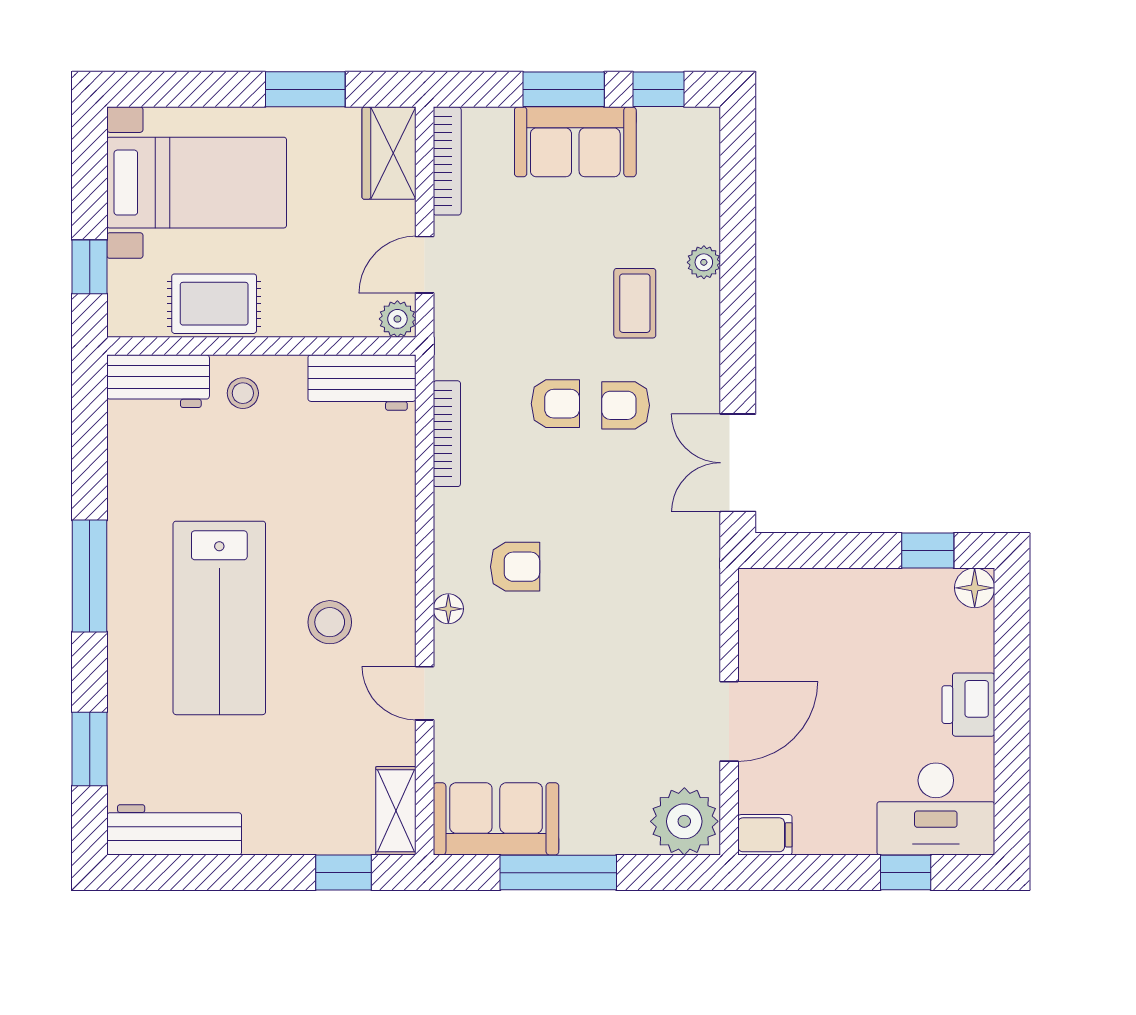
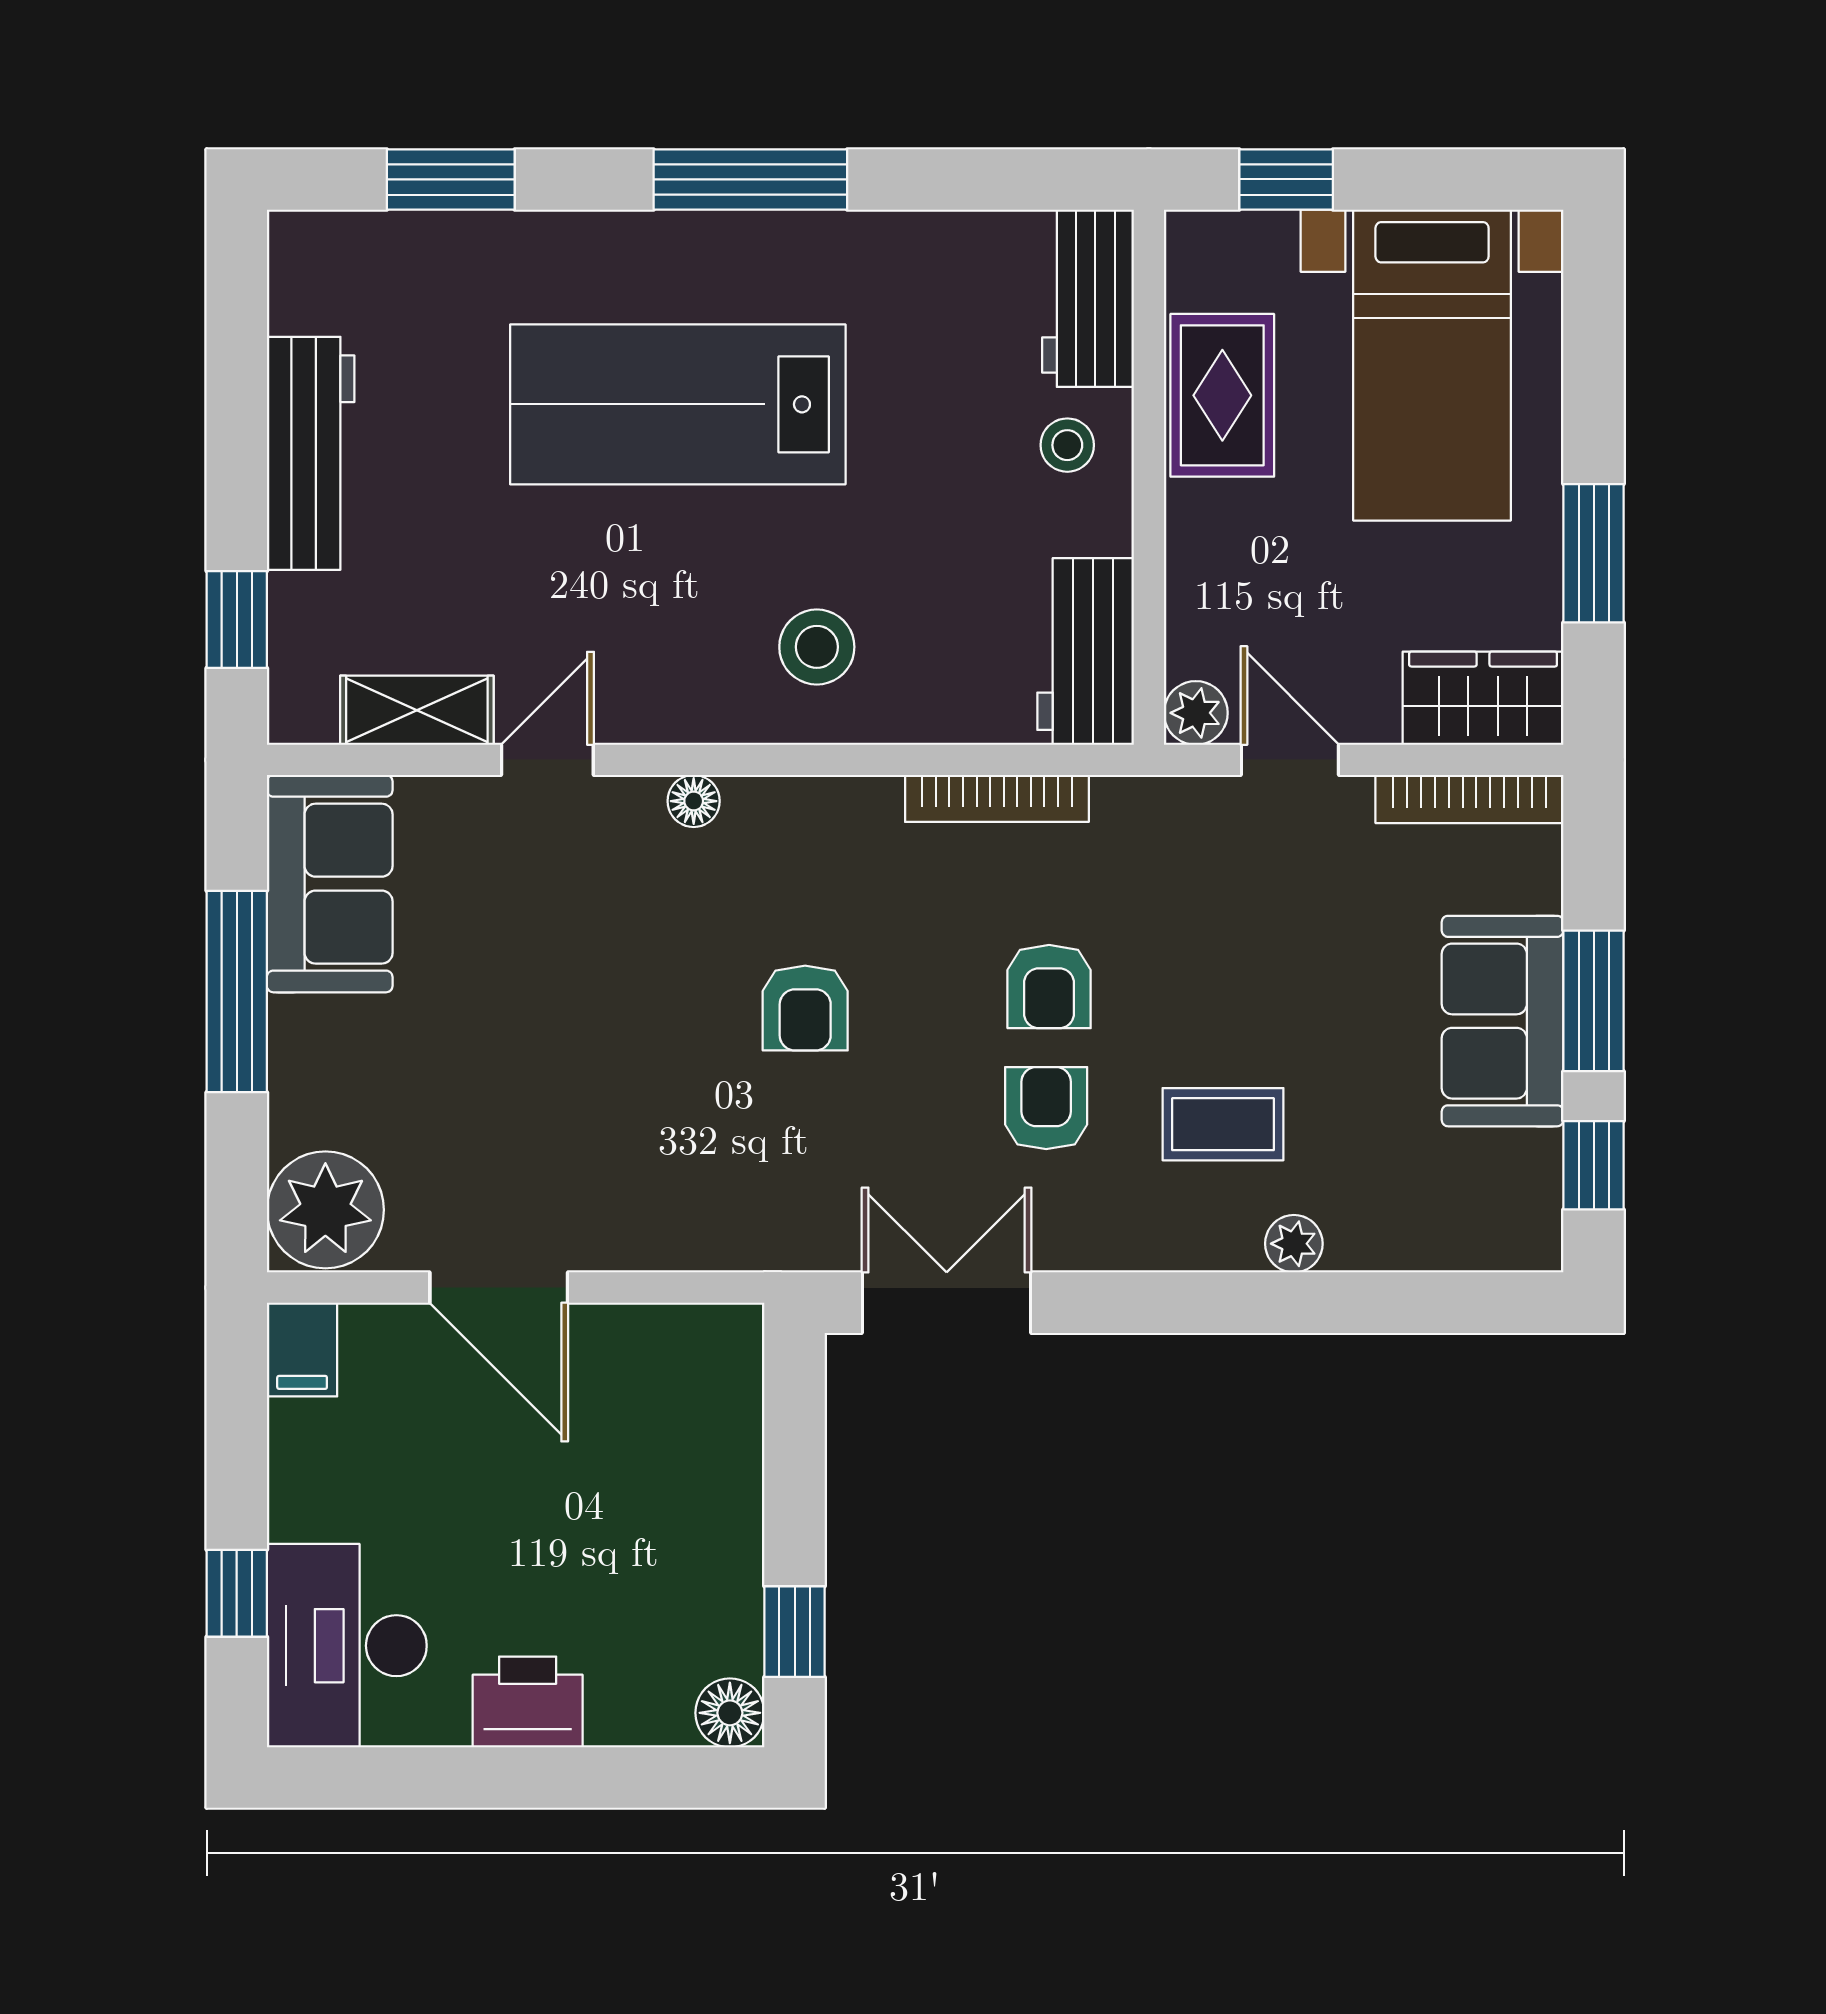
armchair: (515, 567) -> (805, 1008), moved
stool: (330, 622) -> (817, 647), moved
shelving: (396, 811) -> (417, 710), moved
workbench: (174, 830) -> (311, 453), moved

